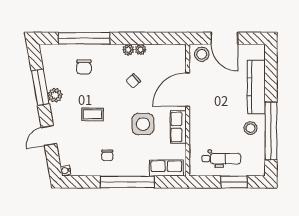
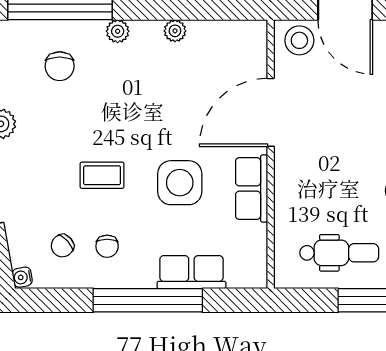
plant: (128, 50) -> (118, 31), moved
chair: (133, 81) -> (62, 246), moved
coffee table: (93, 114) -> (102, 175), moved
row of seats: (166, 168) -> (191, 272), moved

